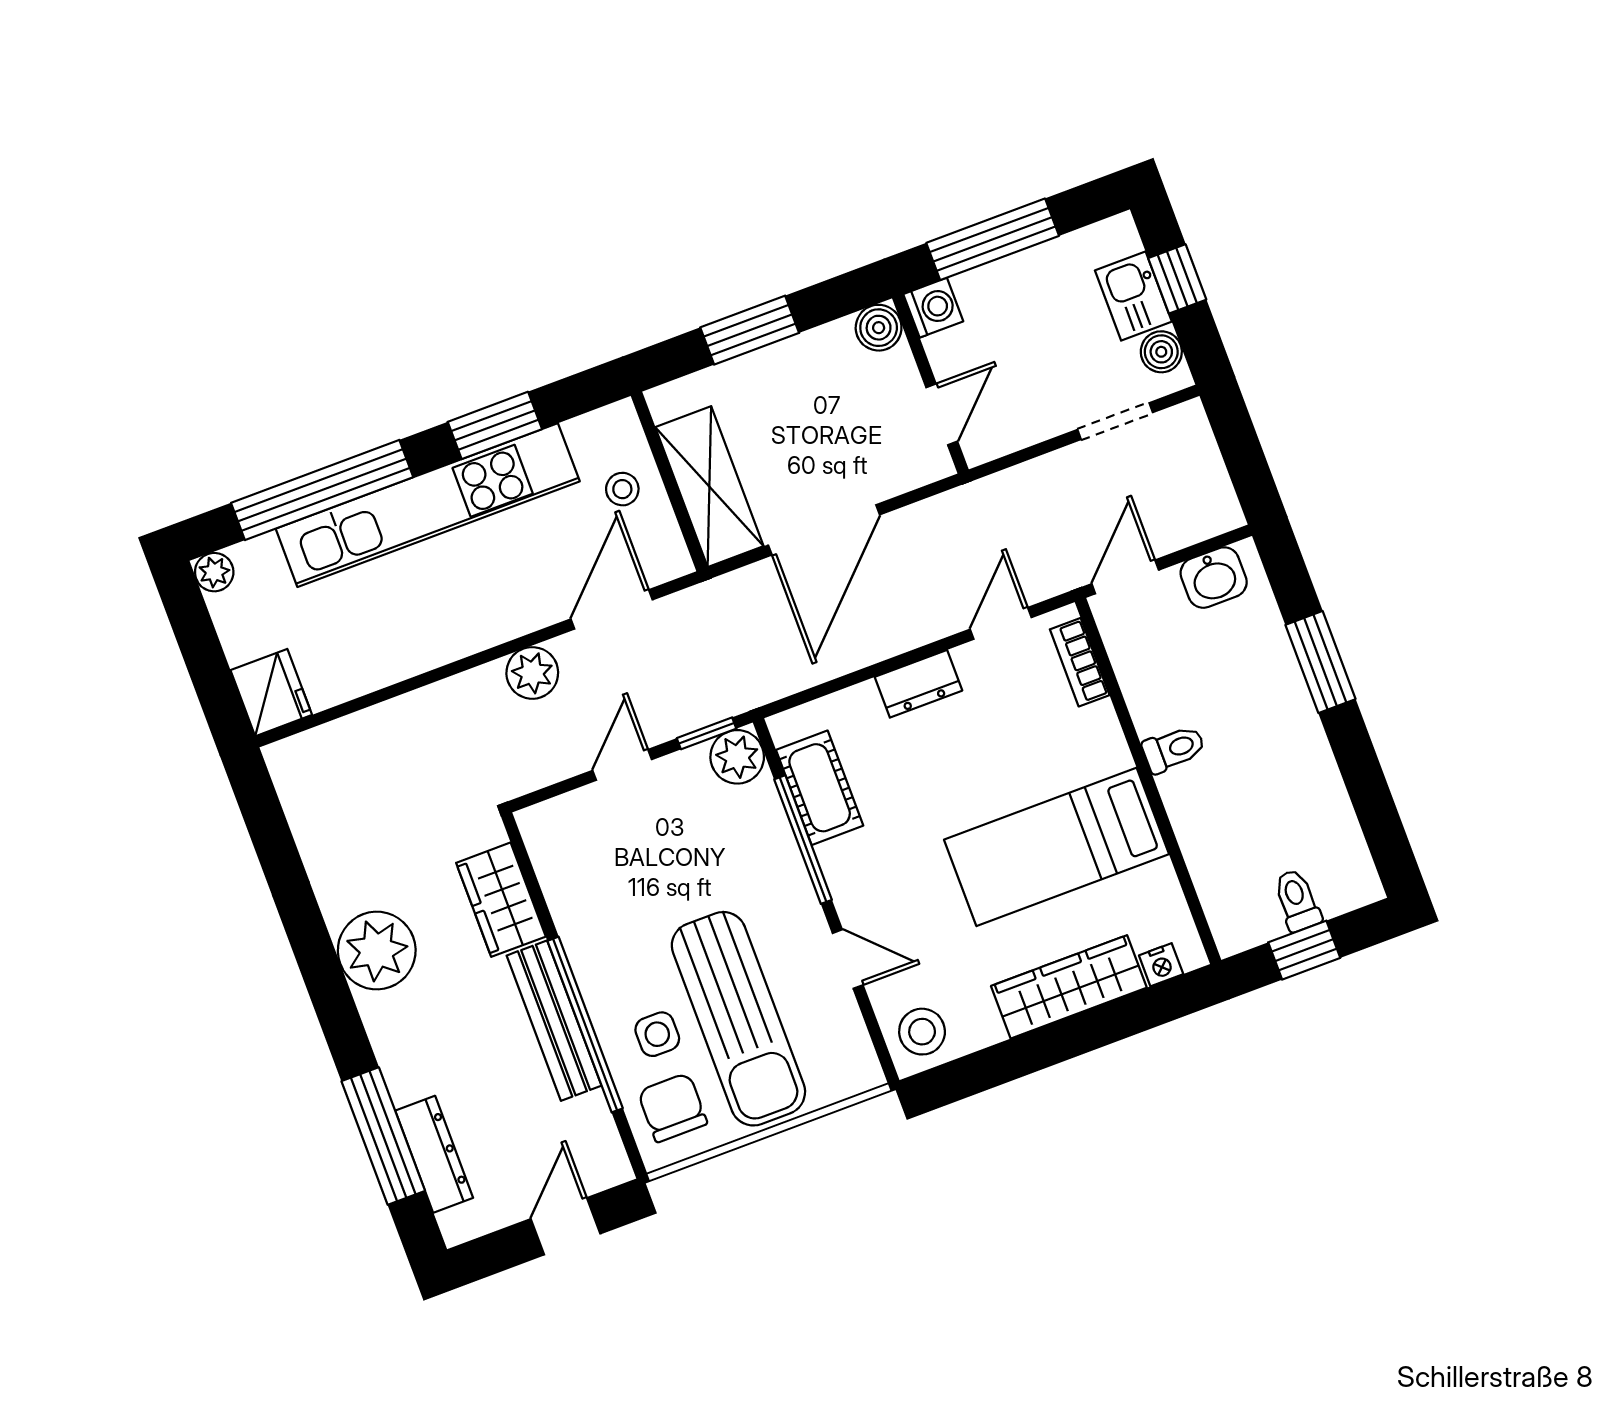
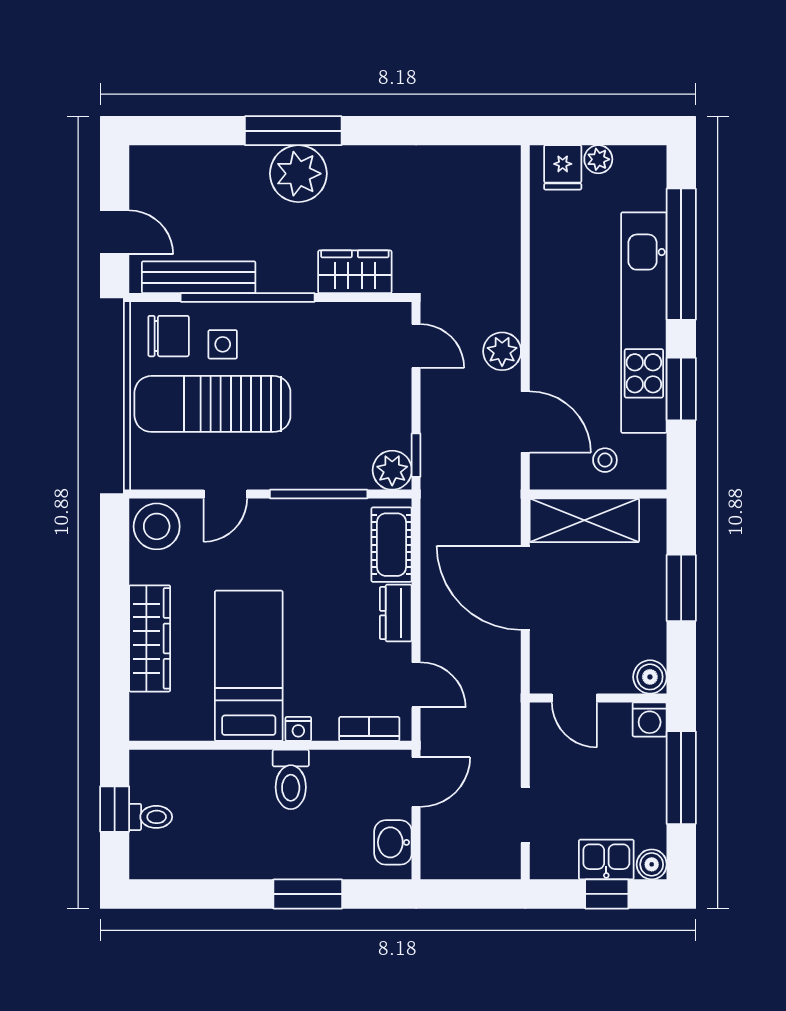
boiler: (1161, 352) -> (652, 864), moved
plant: (214, 572) -> (598, 159), moved
door: (1125, 577) -> (416, 782), hinge flipped
fridge: (271, 693) -> (563, 167), width x0.72
toilet: (1174, 749) -> (291, 779), width x1.37, depth x1.39
door: (622, 765) -> (416, 346), moved
cot: (820, 788) -> (392, 545), moved, turned 90
plant: (377, 951) -> (298, 174), moved
nightstand: (1161, 965) -> (298, 729), moved, turned -90
bench: (554, 1021) -> (199, 277), moved
stool: (922, 1032) -> (157, 526), width x1.38, depth x1.38
window: (383, 1136) -> (293, 131), moved
dresser: (434, 1154) -> (198, 161), removed

